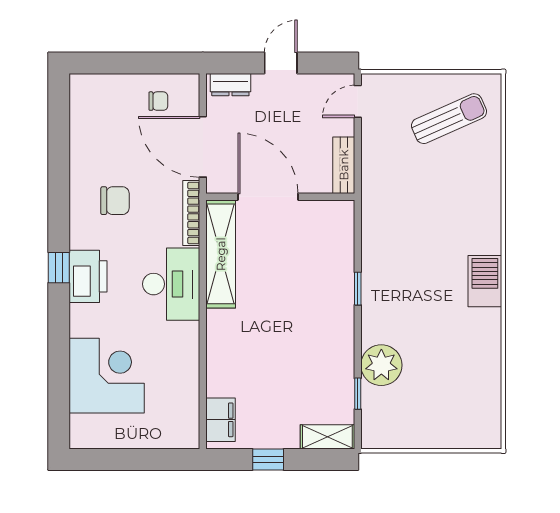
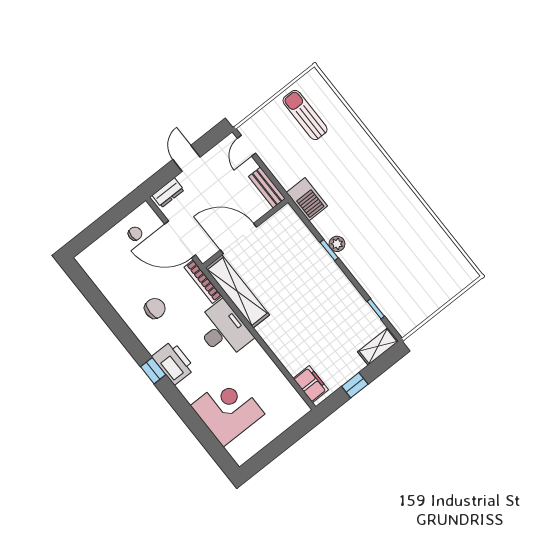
sun lounger: (449, 119) -> (305, 115), turned -66
barbecue: (485, 281) -> (307, 199), moved, turned 180
plant: (381, 365) -> (337, 244), moved, width x0.53, depth x0.53

